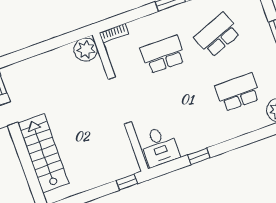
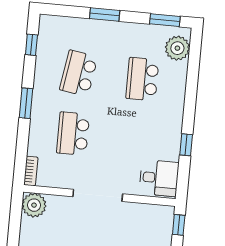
school desk: (217, 35) -> (79, 73), turned 30

